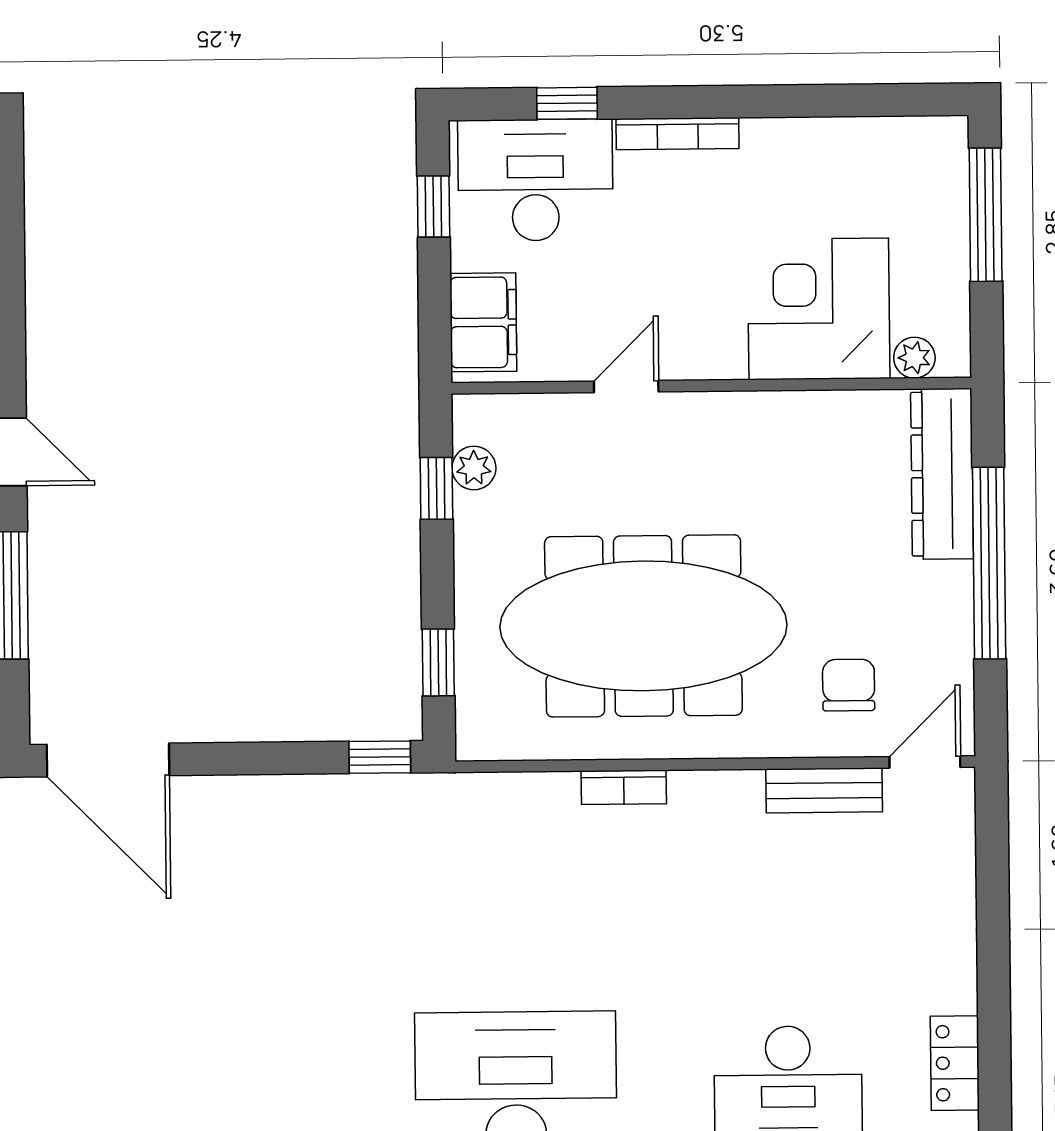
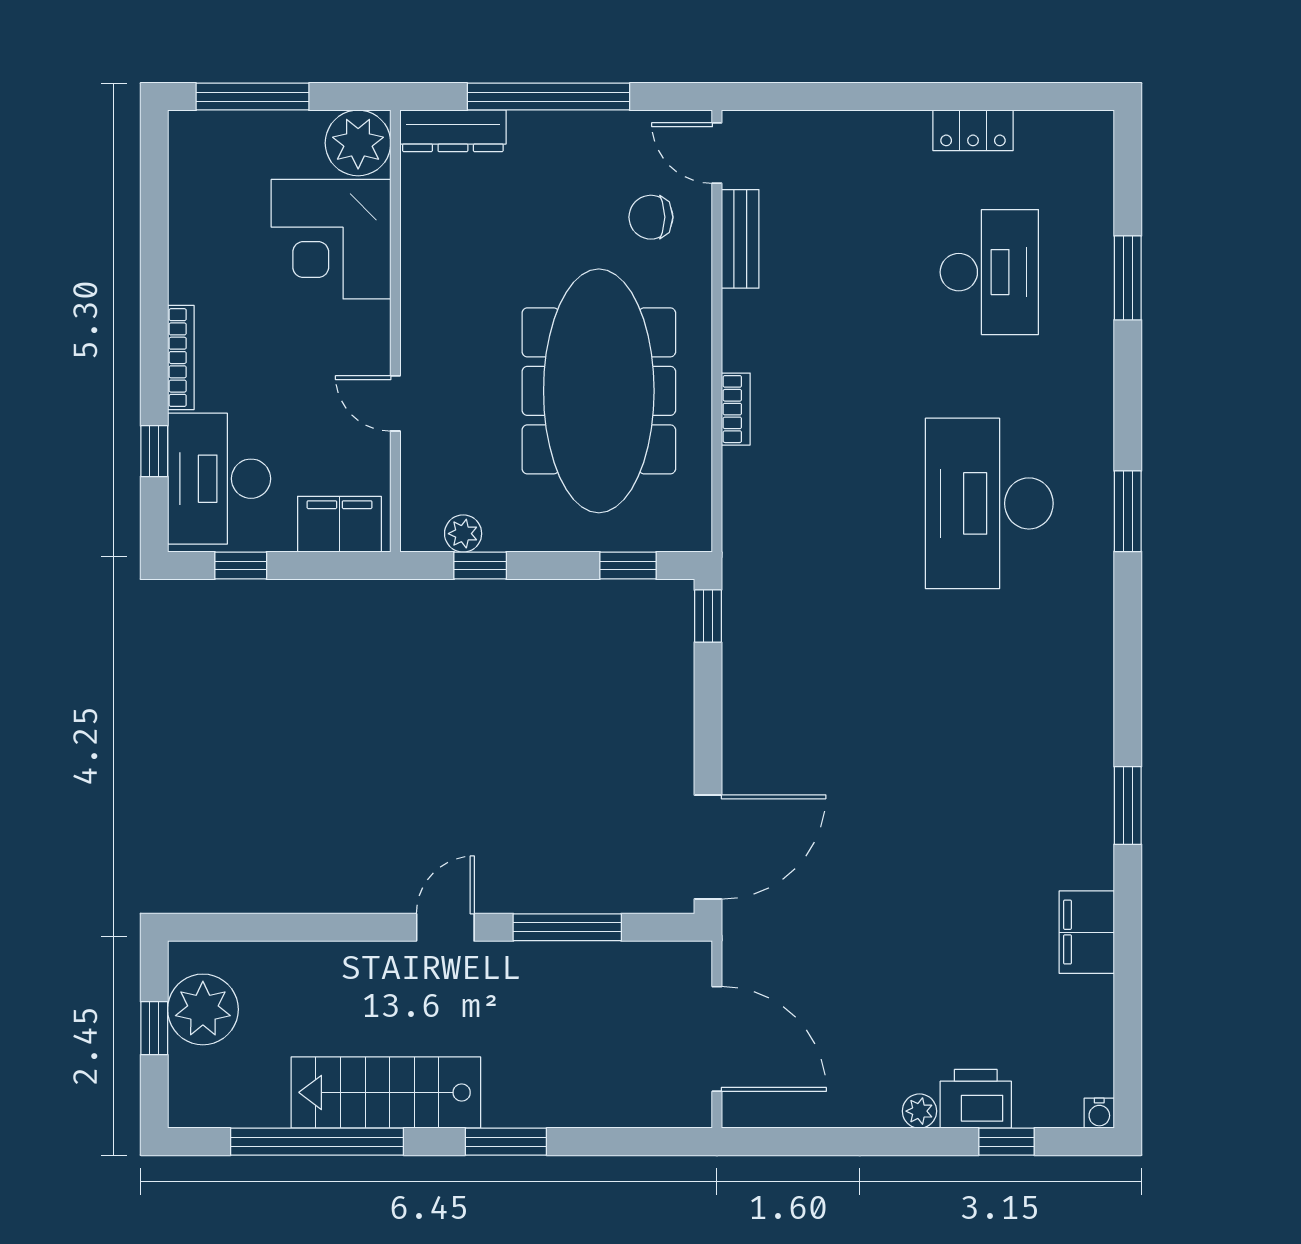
plant: (914, 358) -> (358, 143), width x1.87, depth x1.87
dresser: (942, 474) -> (453, 131), width x0.73, depth x0.80

